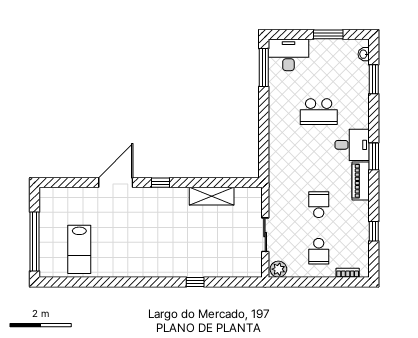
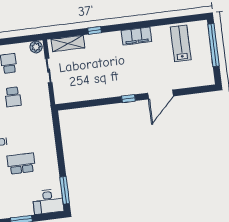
shelving: (212, 196) -> (68, 44), moved
filing cabinet: (139, 267) -> (136, 36), added

